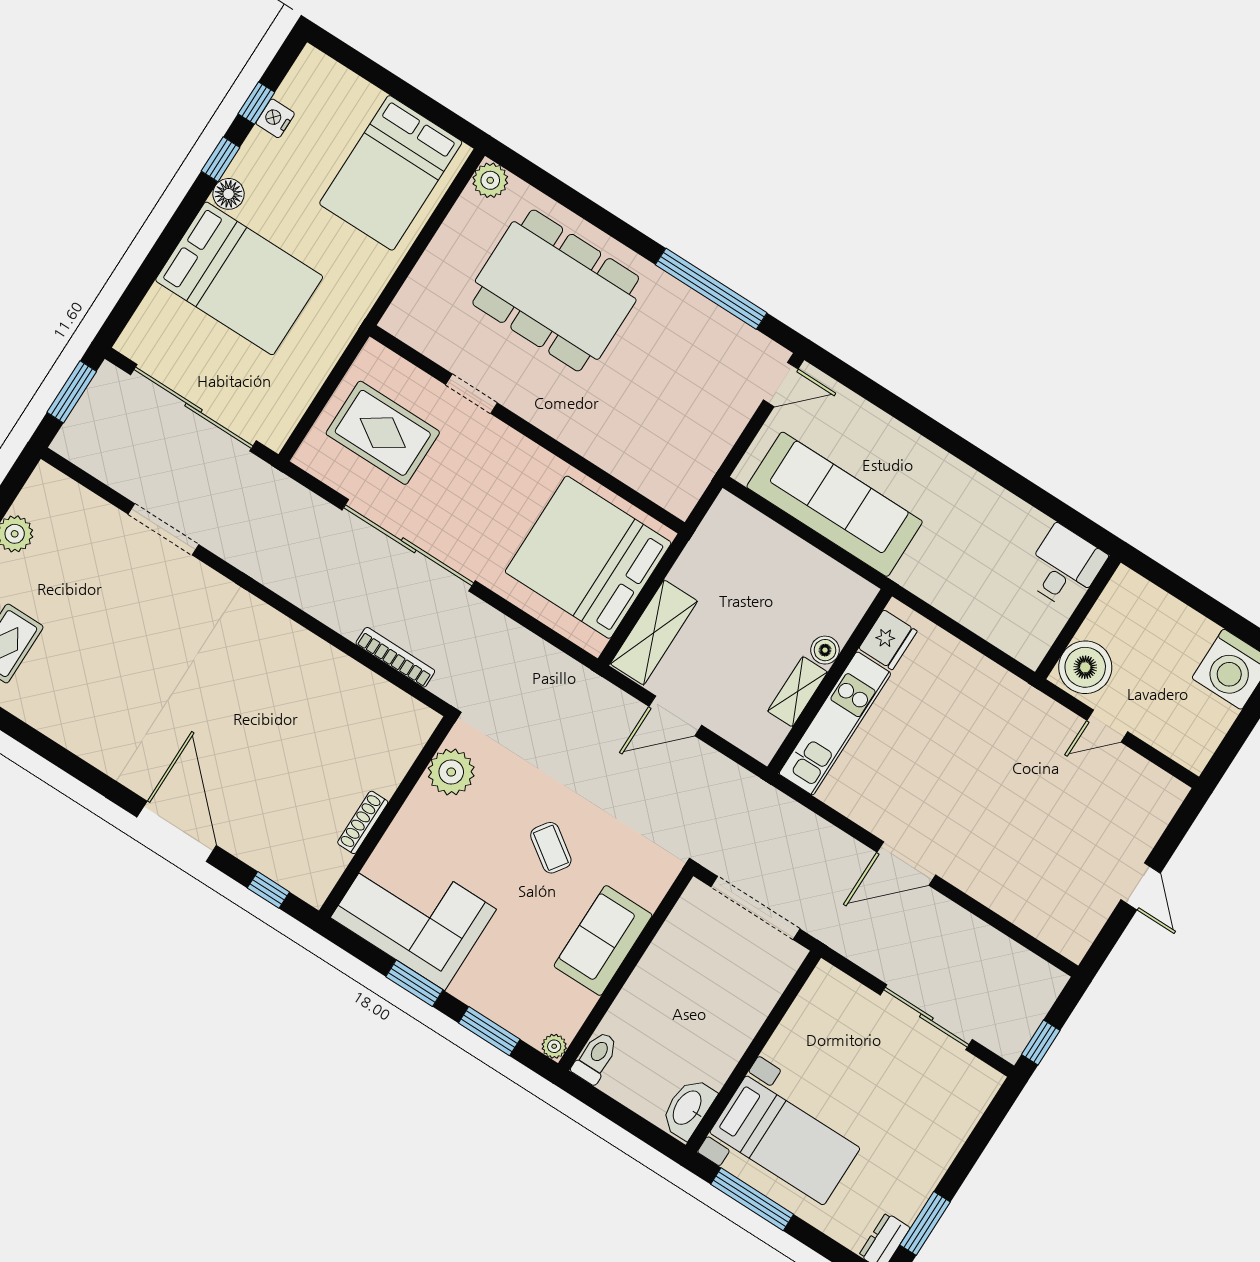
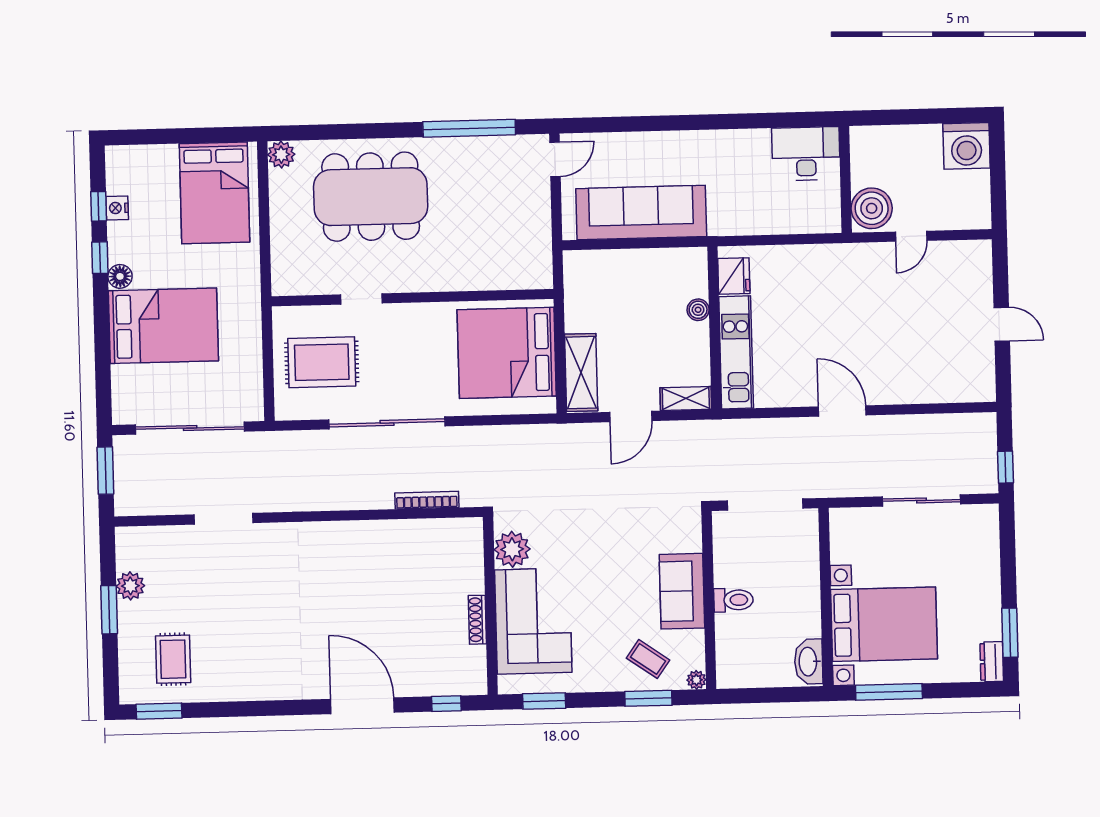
desk: (1064, 567) -> (806, 154), width x1.37
shelving: (798, 692) -> (686, 398), moved, turned 90
coffee table: (551, 848) -> (648, 659), moved
door: (906, 864) -> (842, 411), swing flipped
corner sofa: (413, 913) -> (533, 621), moved, turned 90
window: (414, 983) -> (544, 701), moved
toilet: (596, 1057) -> (733, 600), moved, turned 90
bed with nightstands: (785, 1140) -> (884, 624), width x1.36

